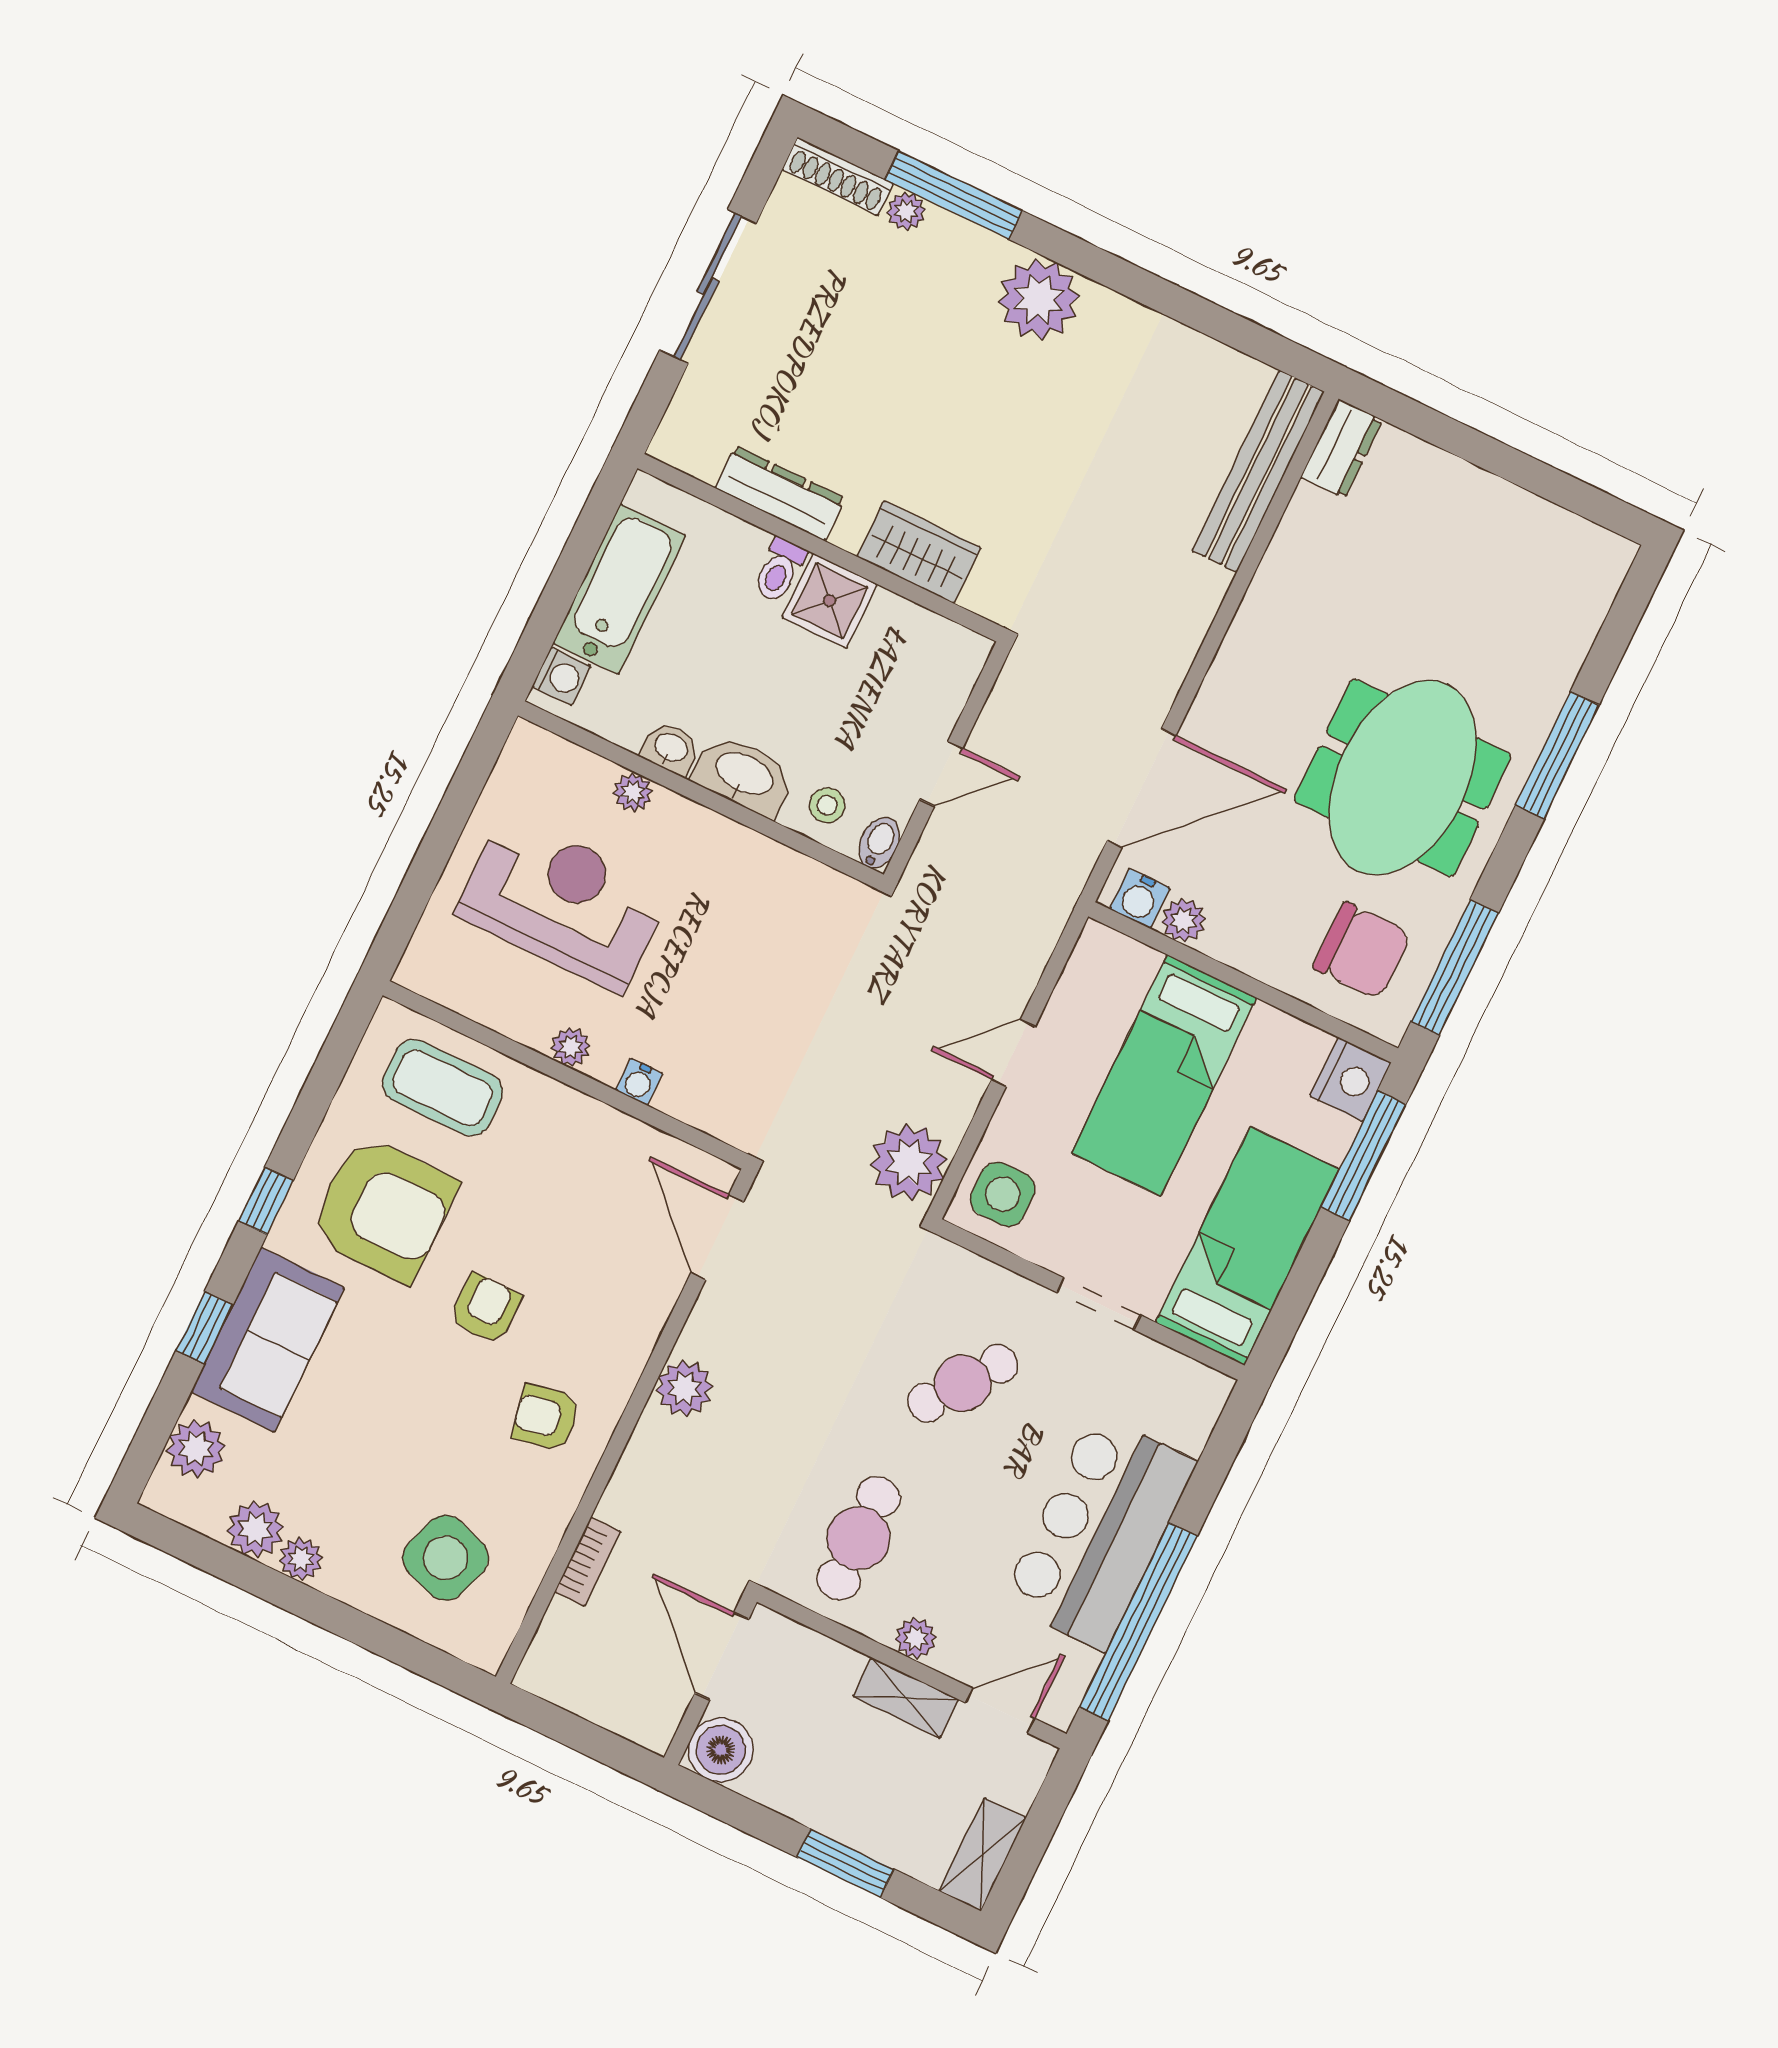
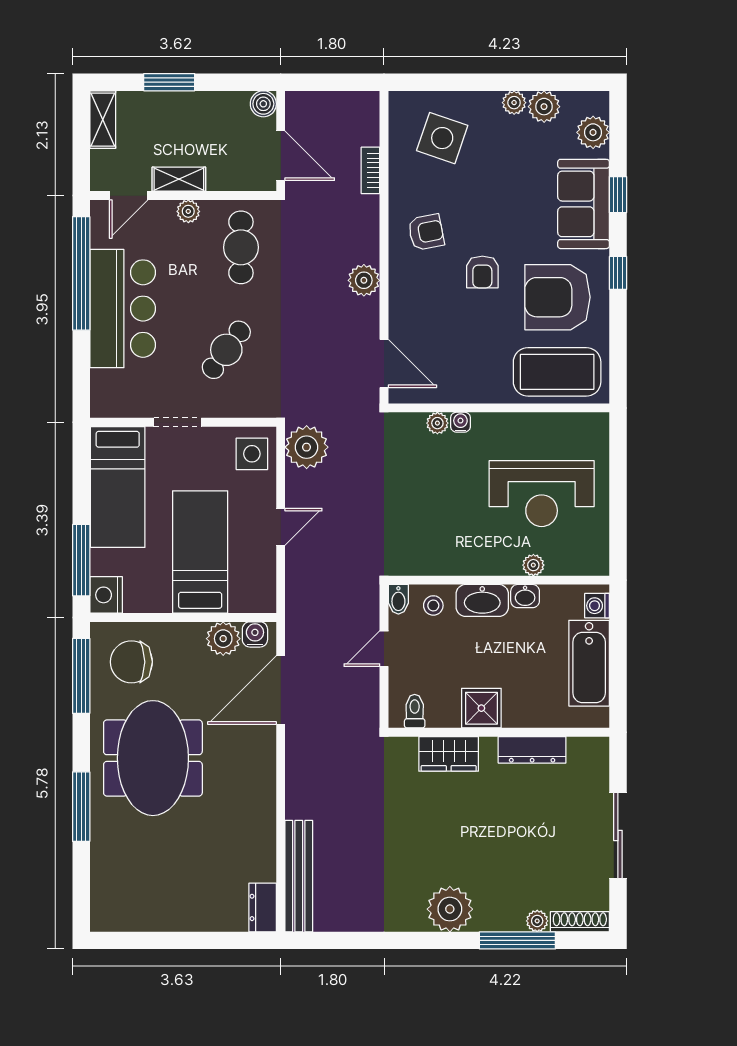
toilet: (779, 570) -> (415, 711), moved
plant: (1184, 920) -> (223, 639), width x1.38, depth x1.38
plant: (571, 1047) -> (437, 423), moved
coffee table: (443, 1088) -> (557, 372), width x1.36, depth x1.32
boiler: (721, 1750) -> (263, 104), width x0.73, depth x0.73

